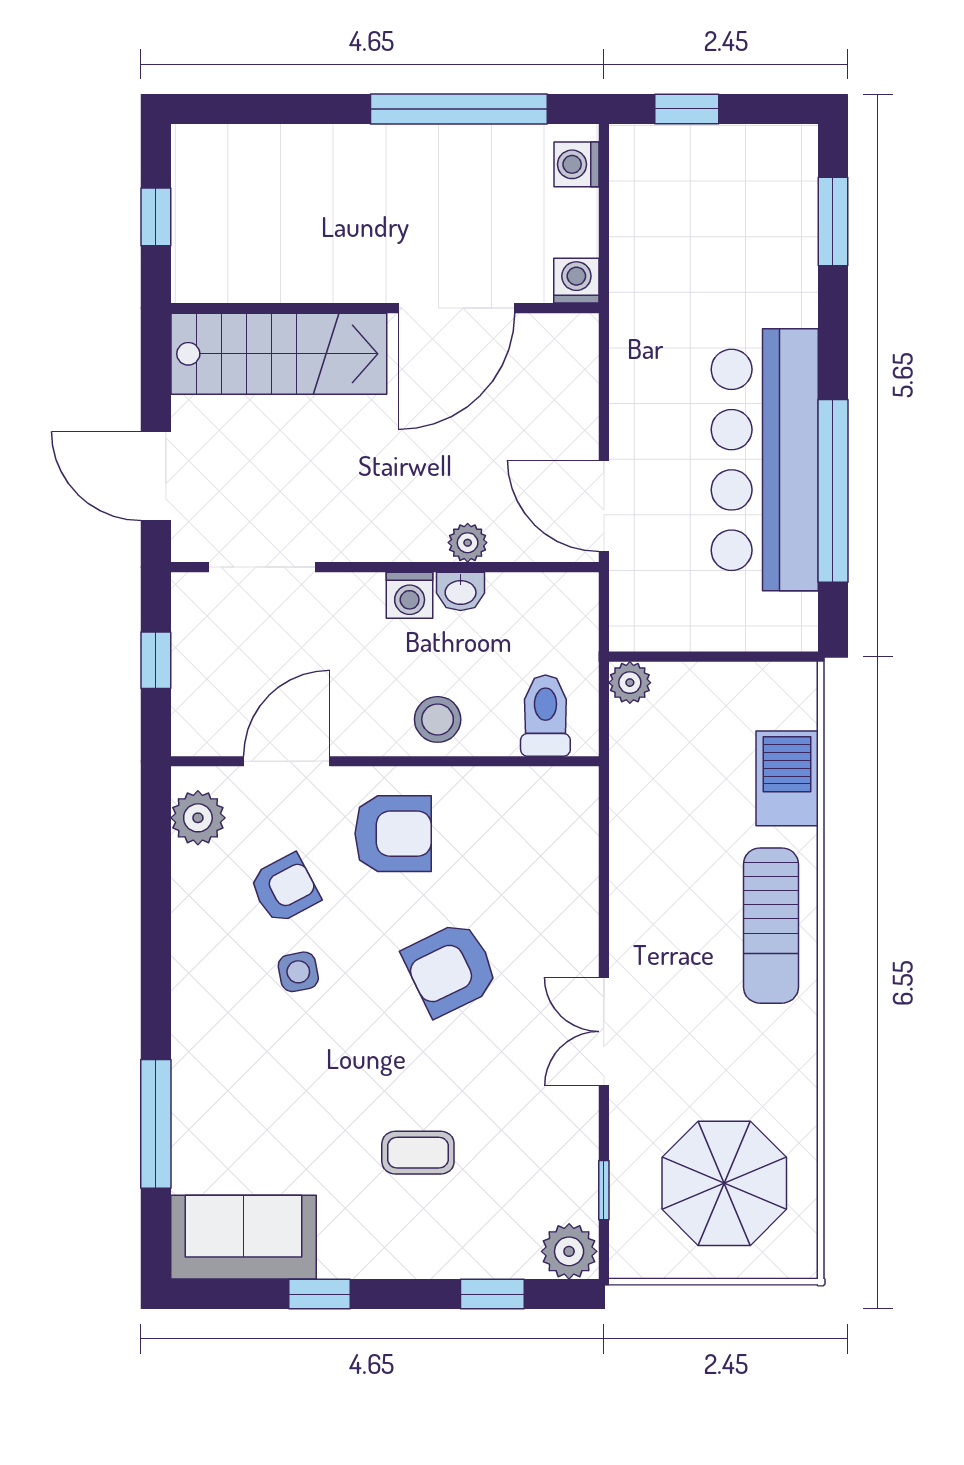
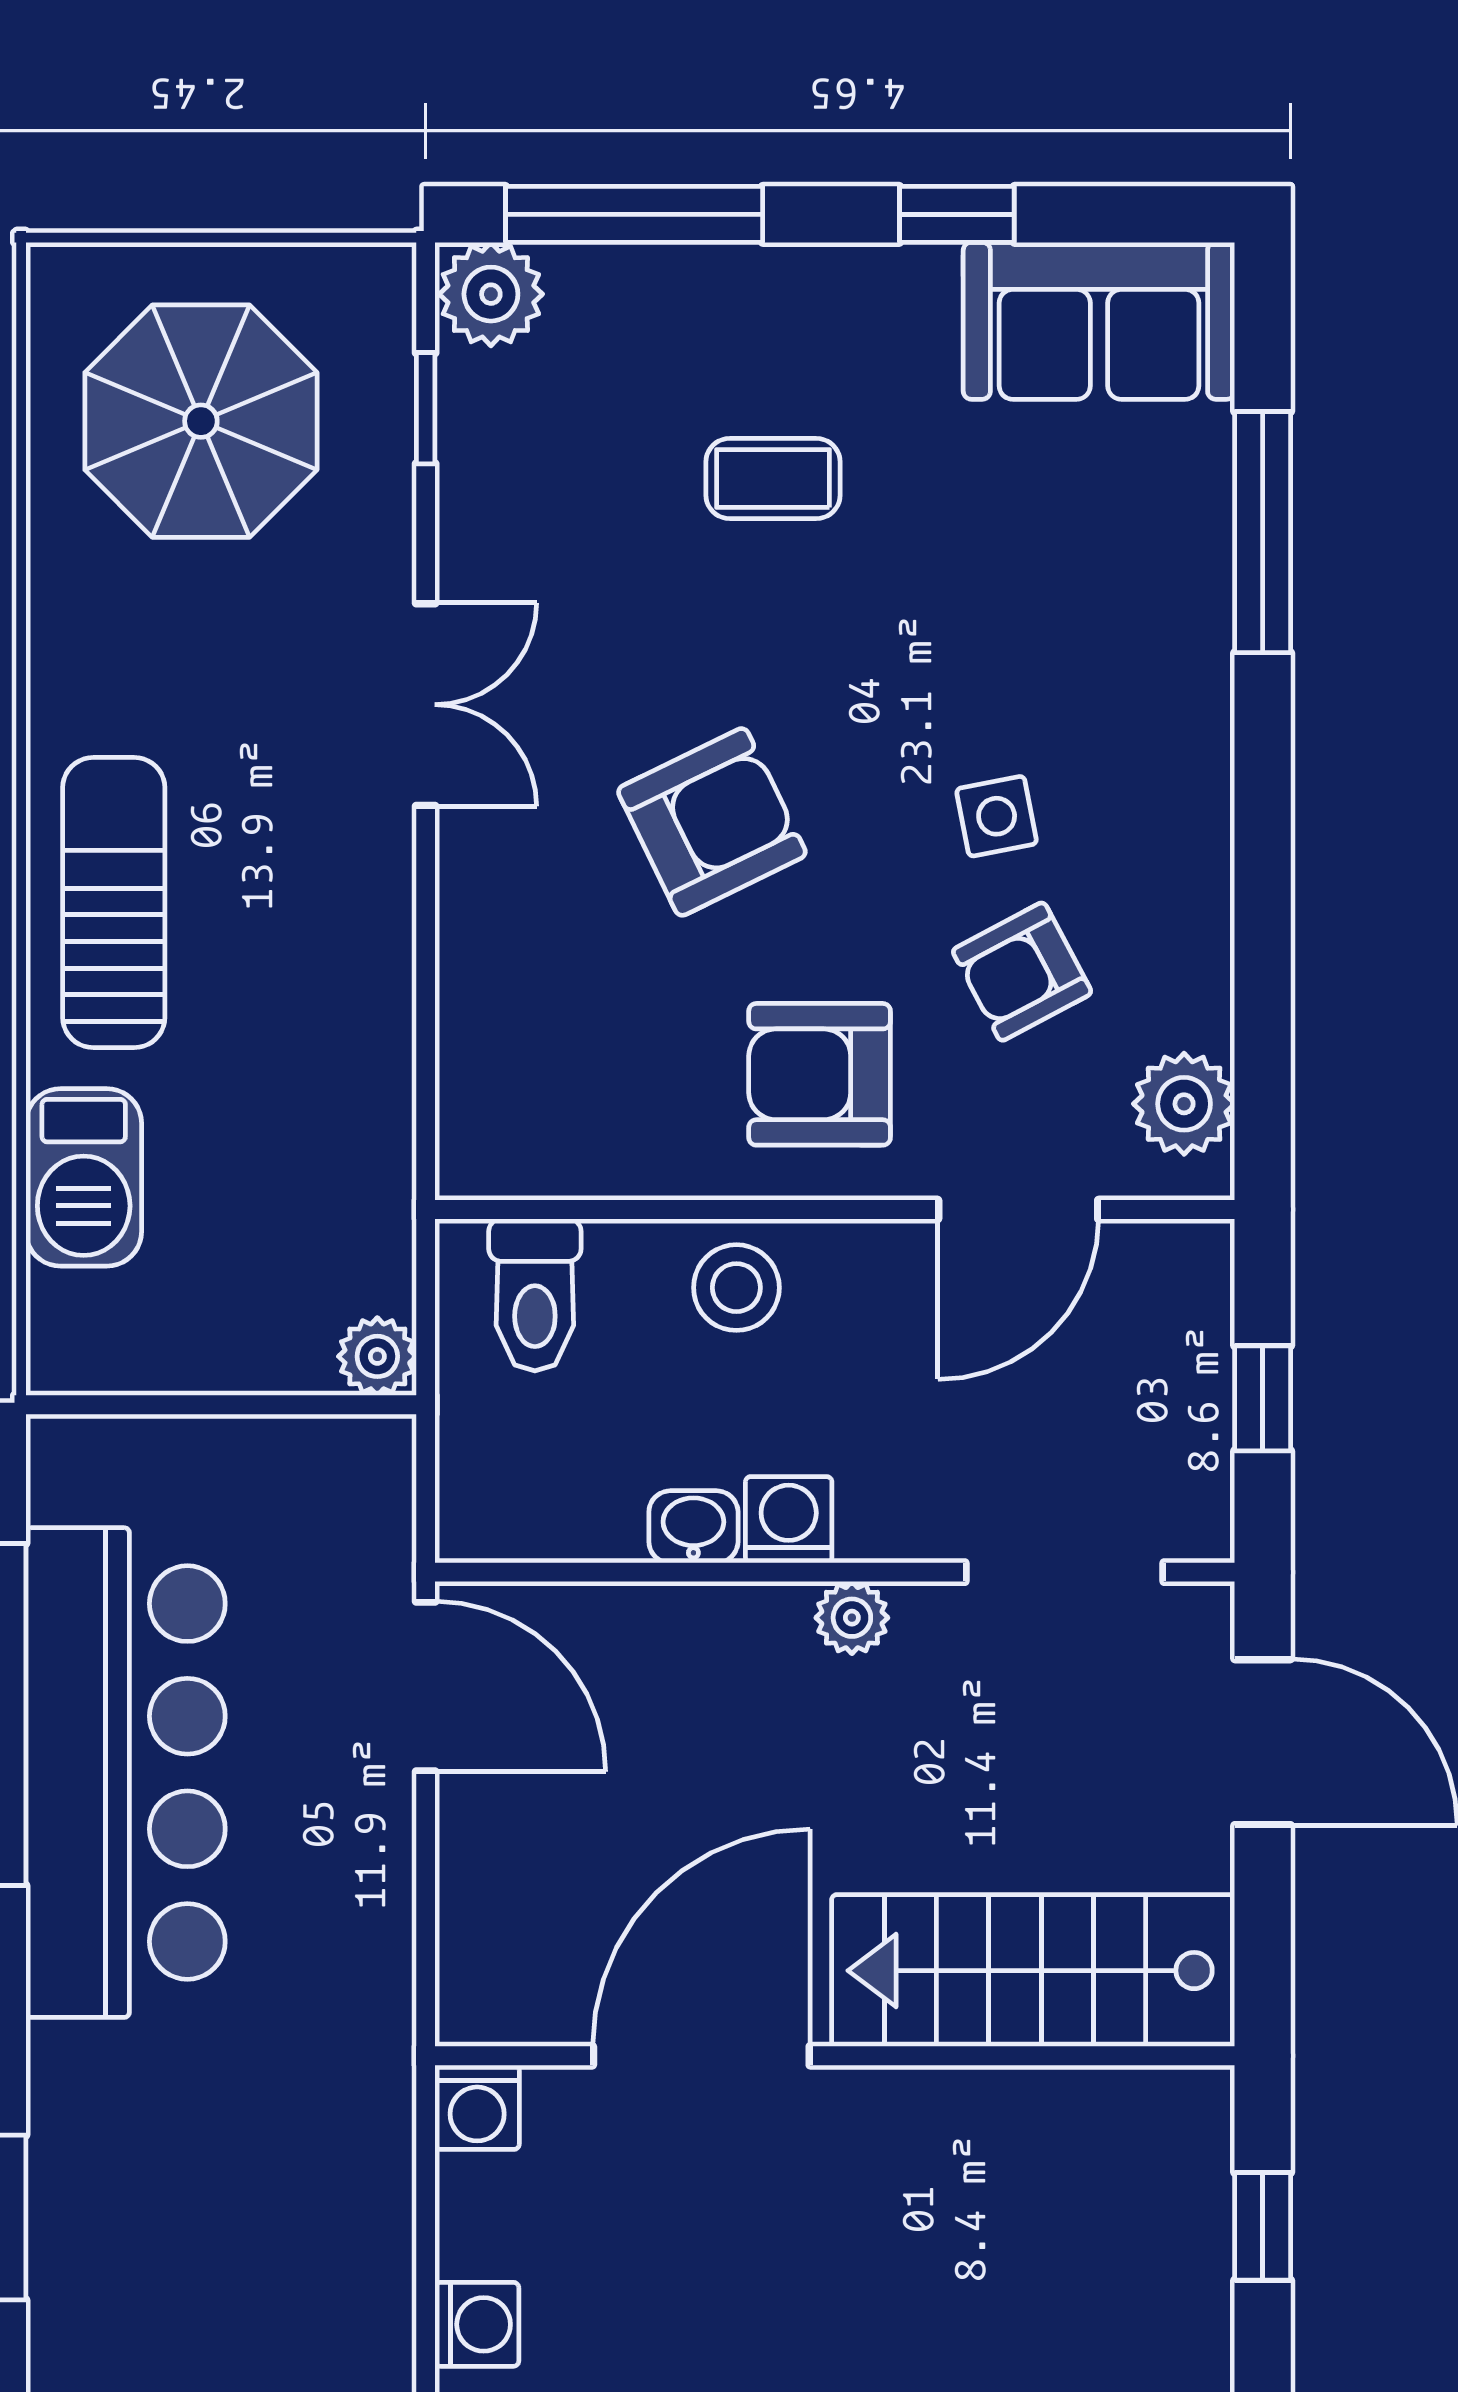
plant: (468, 543) -> (852, 1618), moved
window: (492, 1294) -> (634, 214), width x2.17

